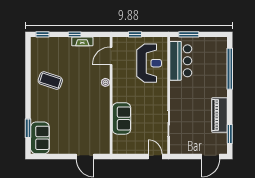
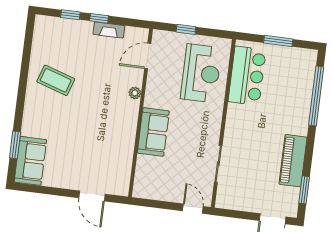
window: (43, 34) -> (70, 15), moved
window: (189, 34) -> (278, 41), moved
sofa: (122, 118) -> (153, 132), moved

